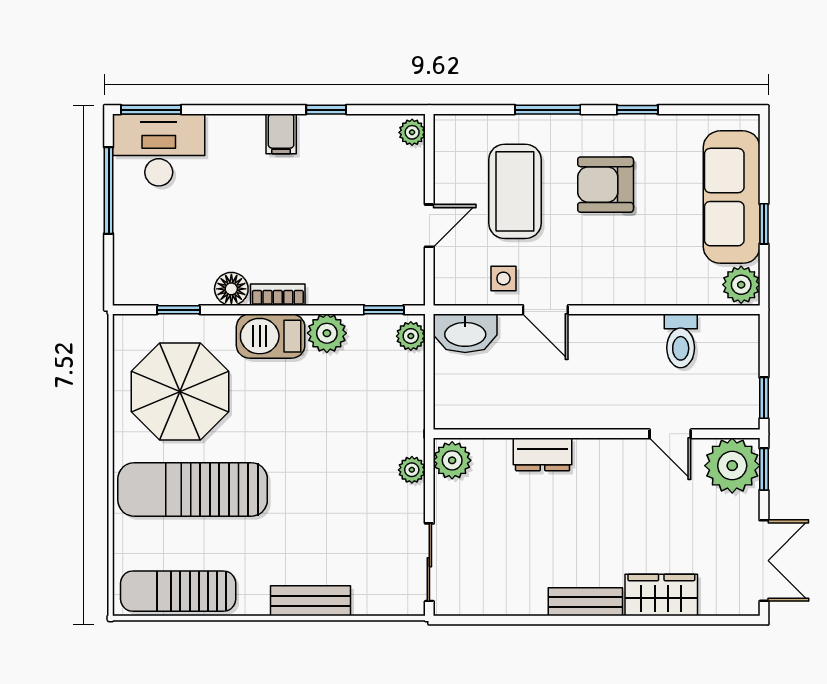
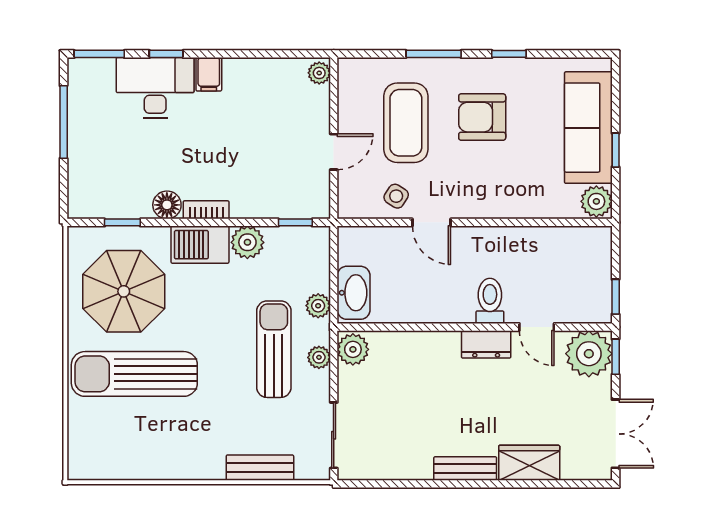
window: (326, 110) -> (166, 54), moved
desk: (159, 150) -> (155, 88), moved
side table: (503, 278) -> (396, 196), turned 33
washbasin: (465, 333) -> (354, 293), moved, turned -90
plant: (411, 336) -> (318, 306), moved
toilet: (681, 341) -> (490, 301), moved, turned 180
dresser: (543, 454) -> (486, 344), moved
sun lounger: (178, 591) -> (274, 349), moved, turned 90
bench: (311, 601) -> (260, 468), moved

